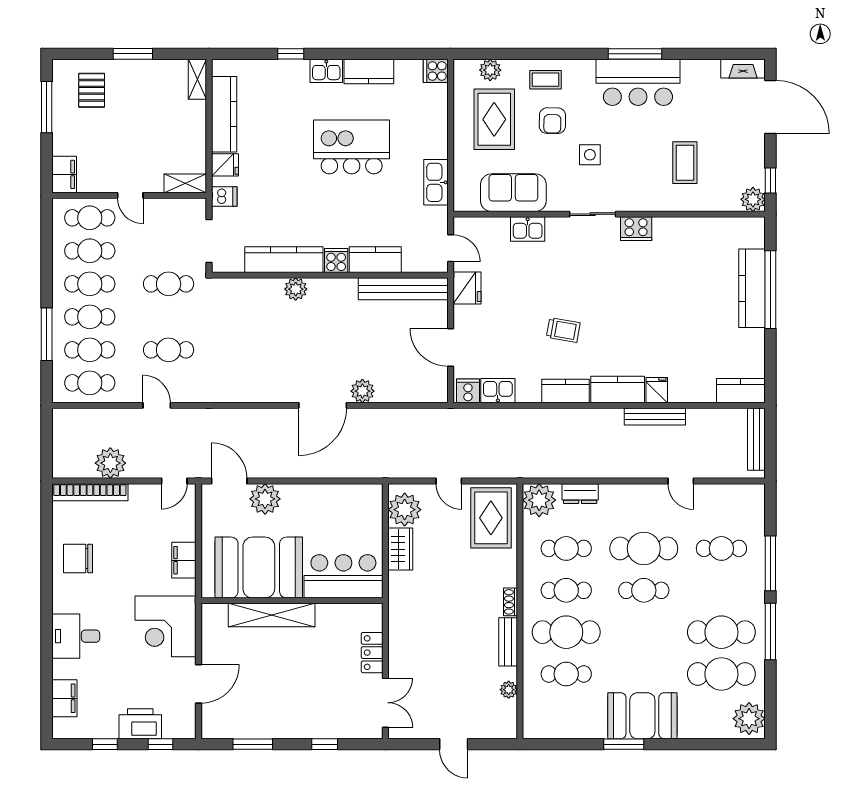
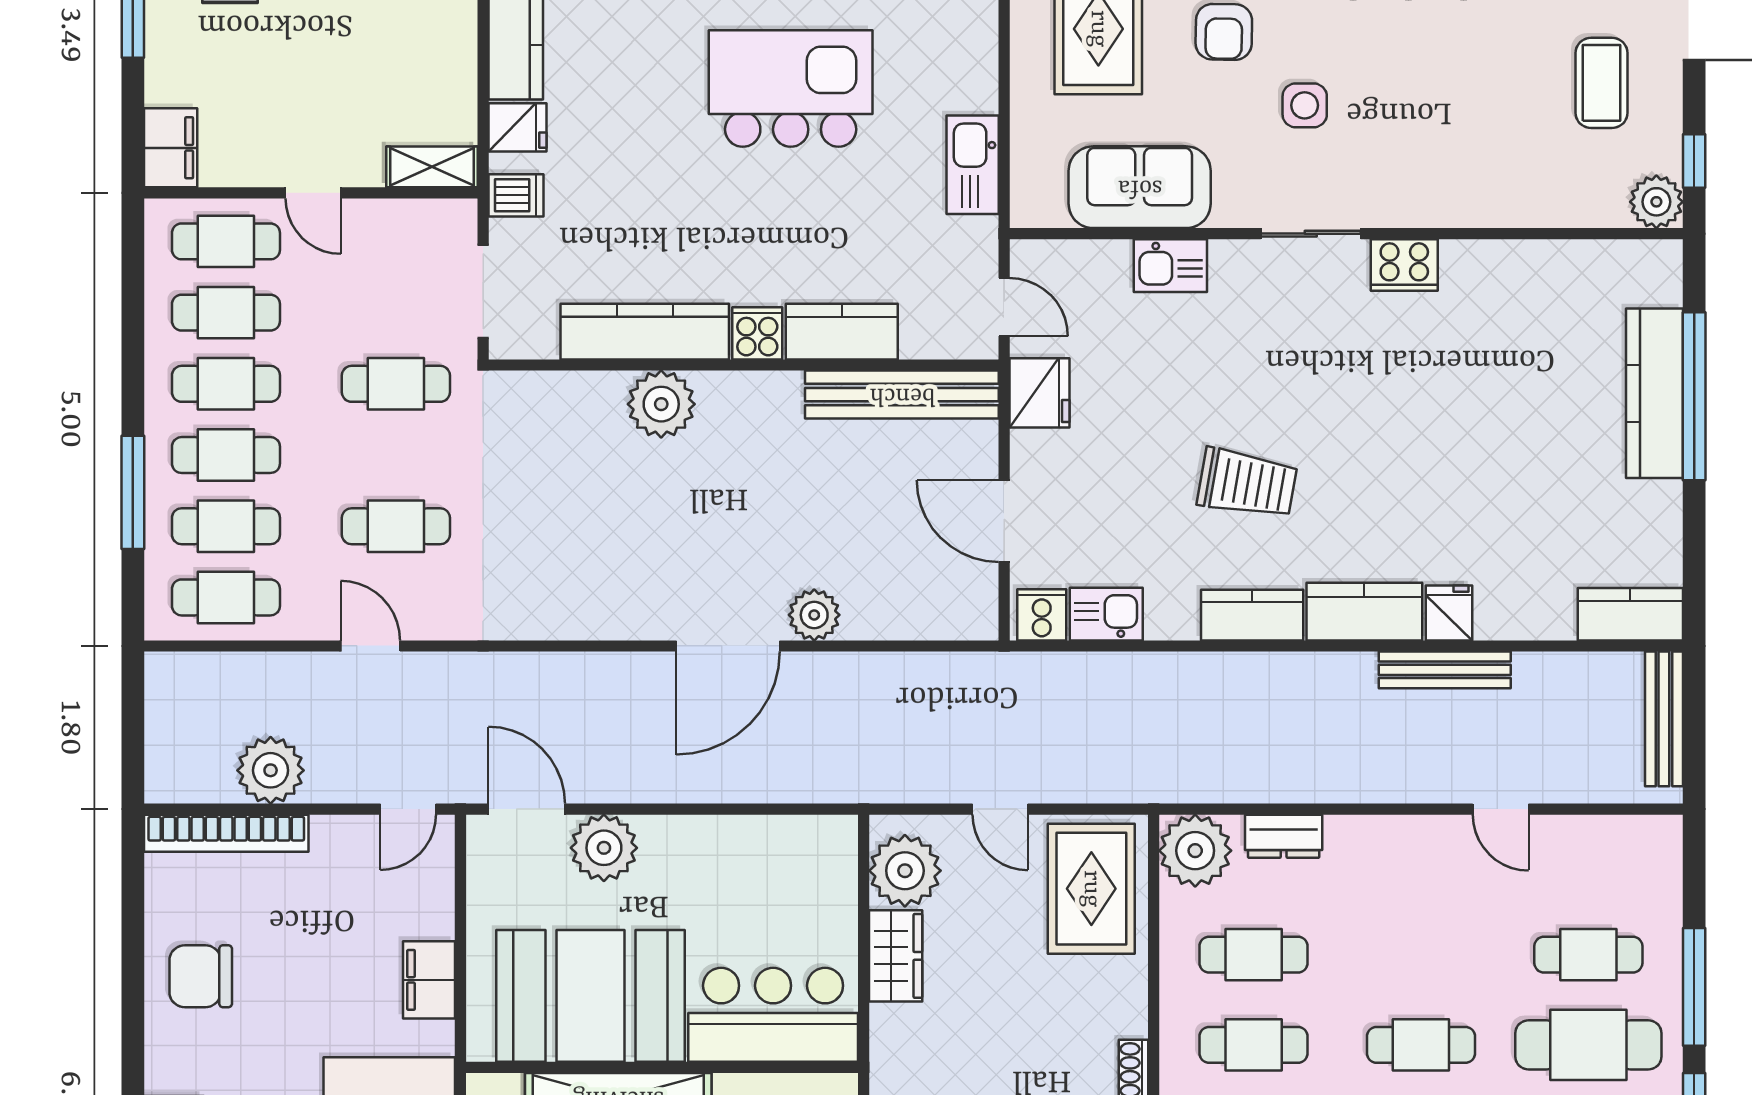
coffee table: (685, 163) -> (1601, 83), moved
plant: (296, 289) -> (661, 404), width x1.36, depth x1.36
trolley: (563, 330) -> (1247, 483), width x1.36, depth x1.39
cafe table: (644, 548) -> (1588, 1045), moved

